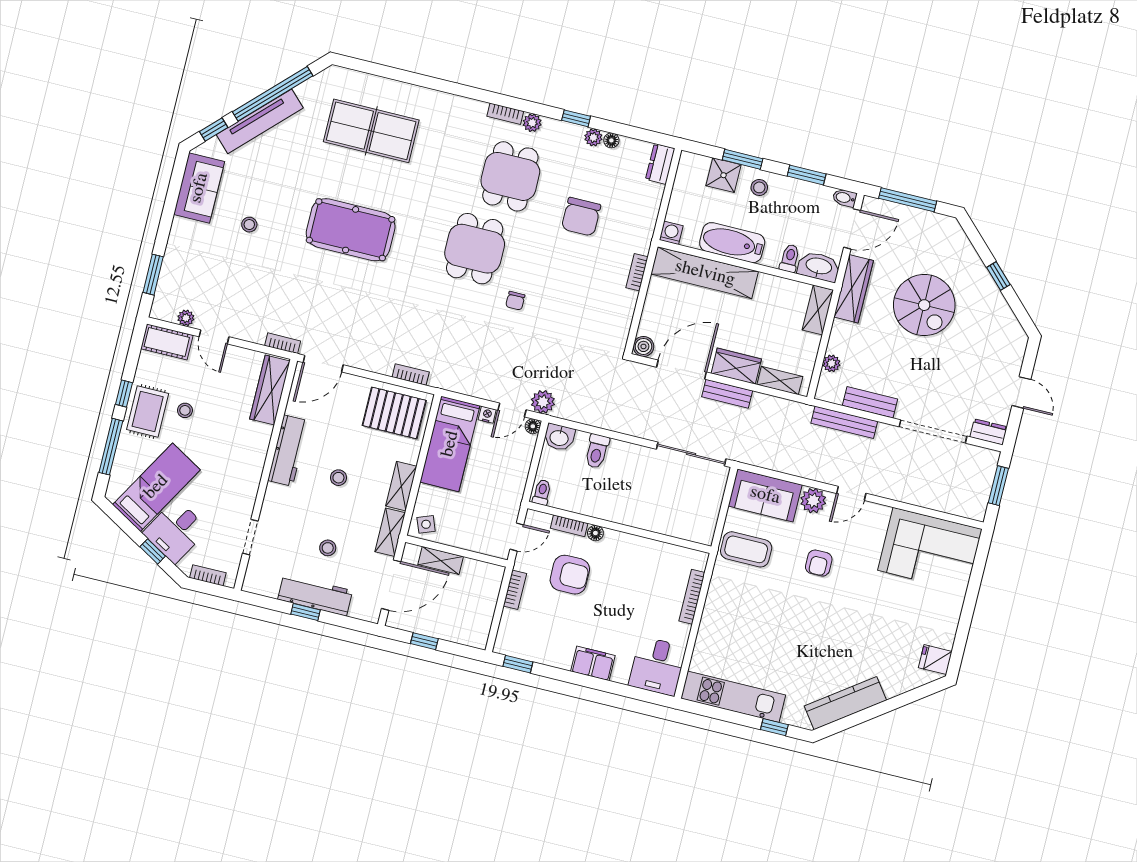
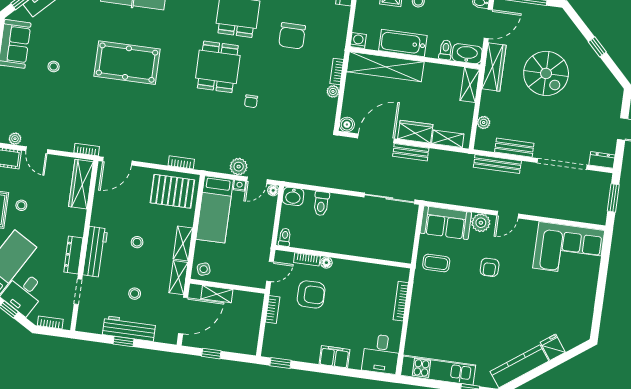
plant: (629, 299) -> (333, 91), added
plant: (543, 402) -> (239, 167), moved
workbench: (288, 451) -> (95, 252), moved
dresser: (249, 486) -> (73, 255), added
coffee table: (746, 549) -> (436, 263), width x0.73, depth x0.77
fridge: (935, 660) -> (553, 347), moved, turned 54

